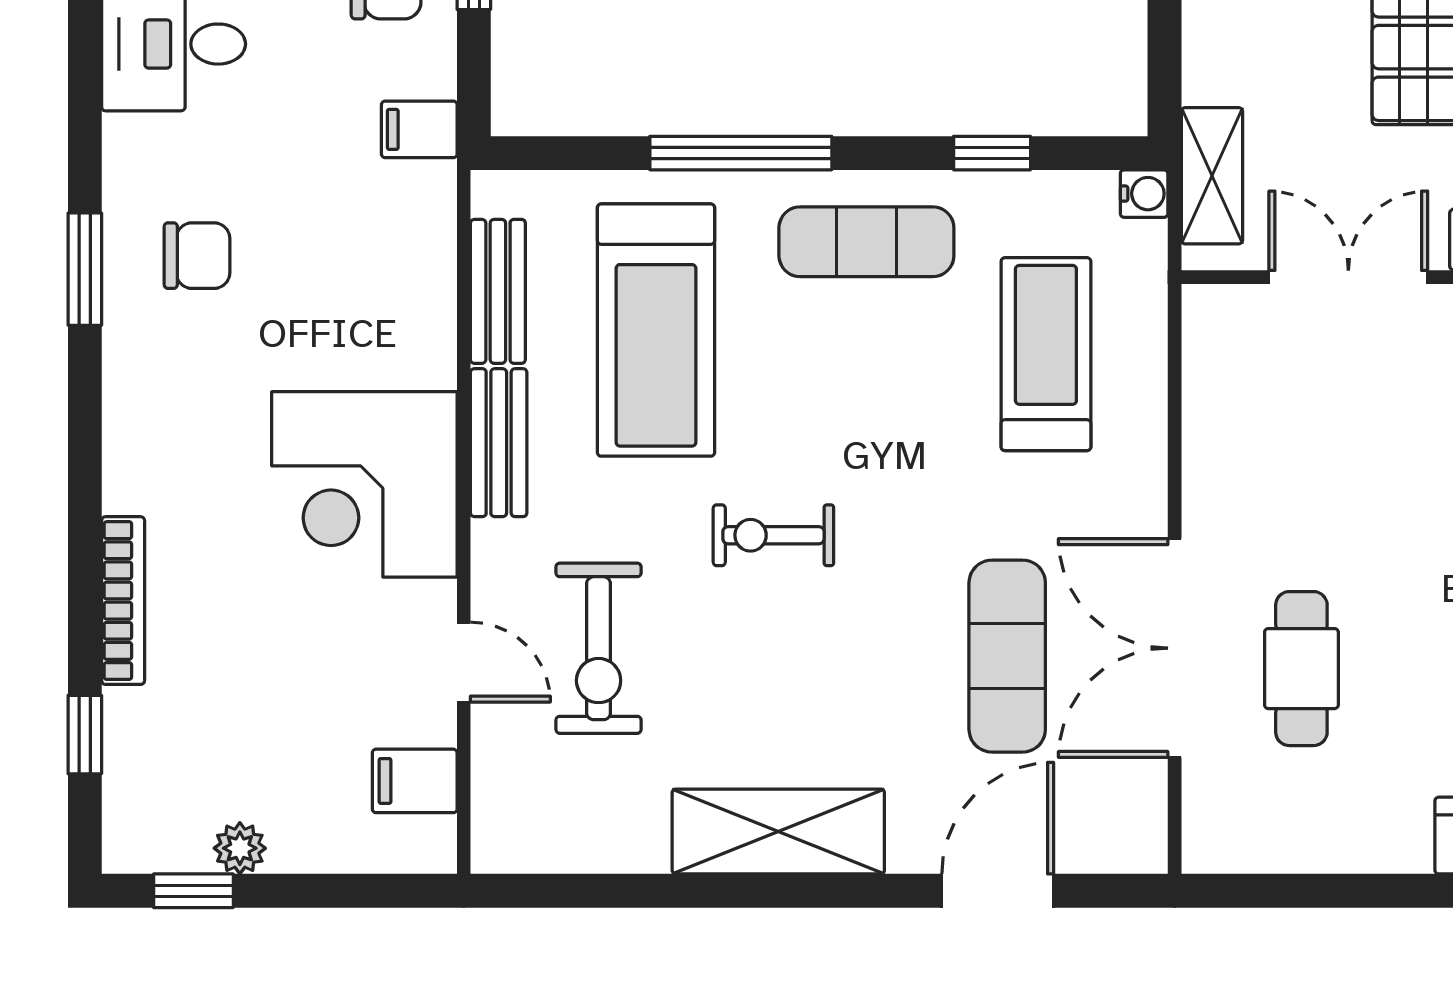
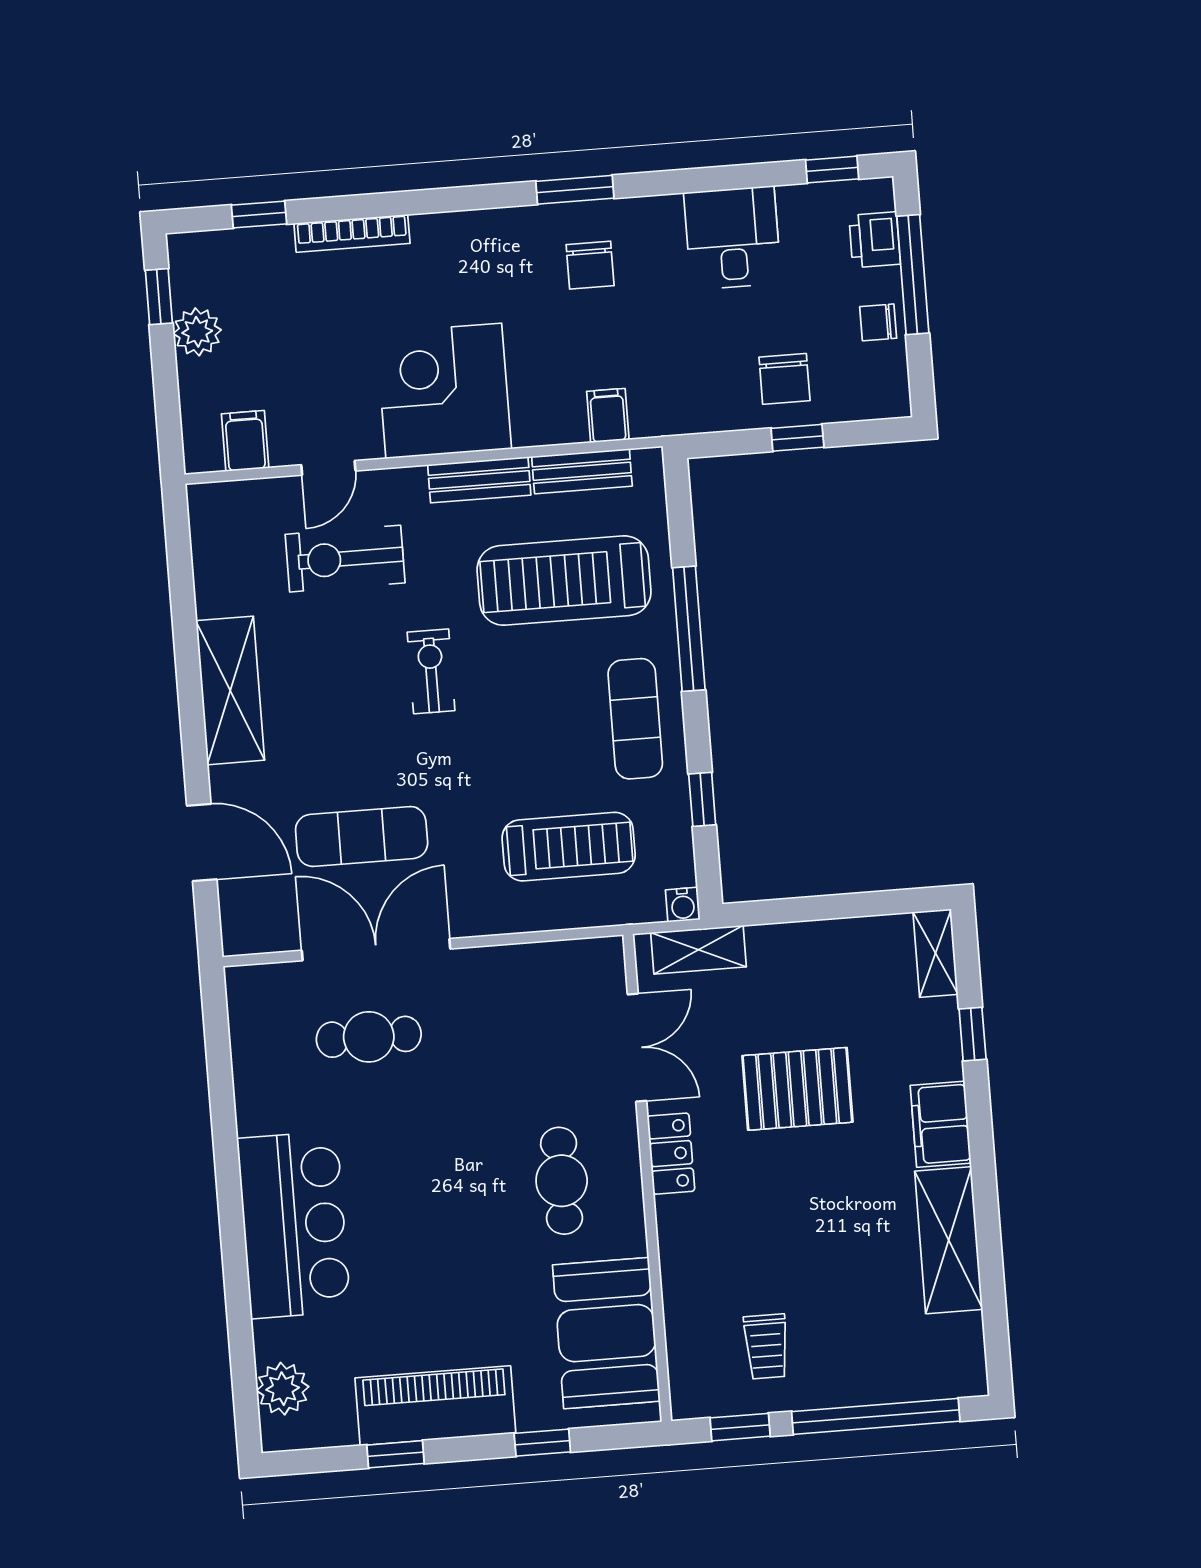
filing cabinet: (419, 129) -> (608, 415), moved
plant: (240, 848) -> (197, 332), width x1.38, depth x1.38

